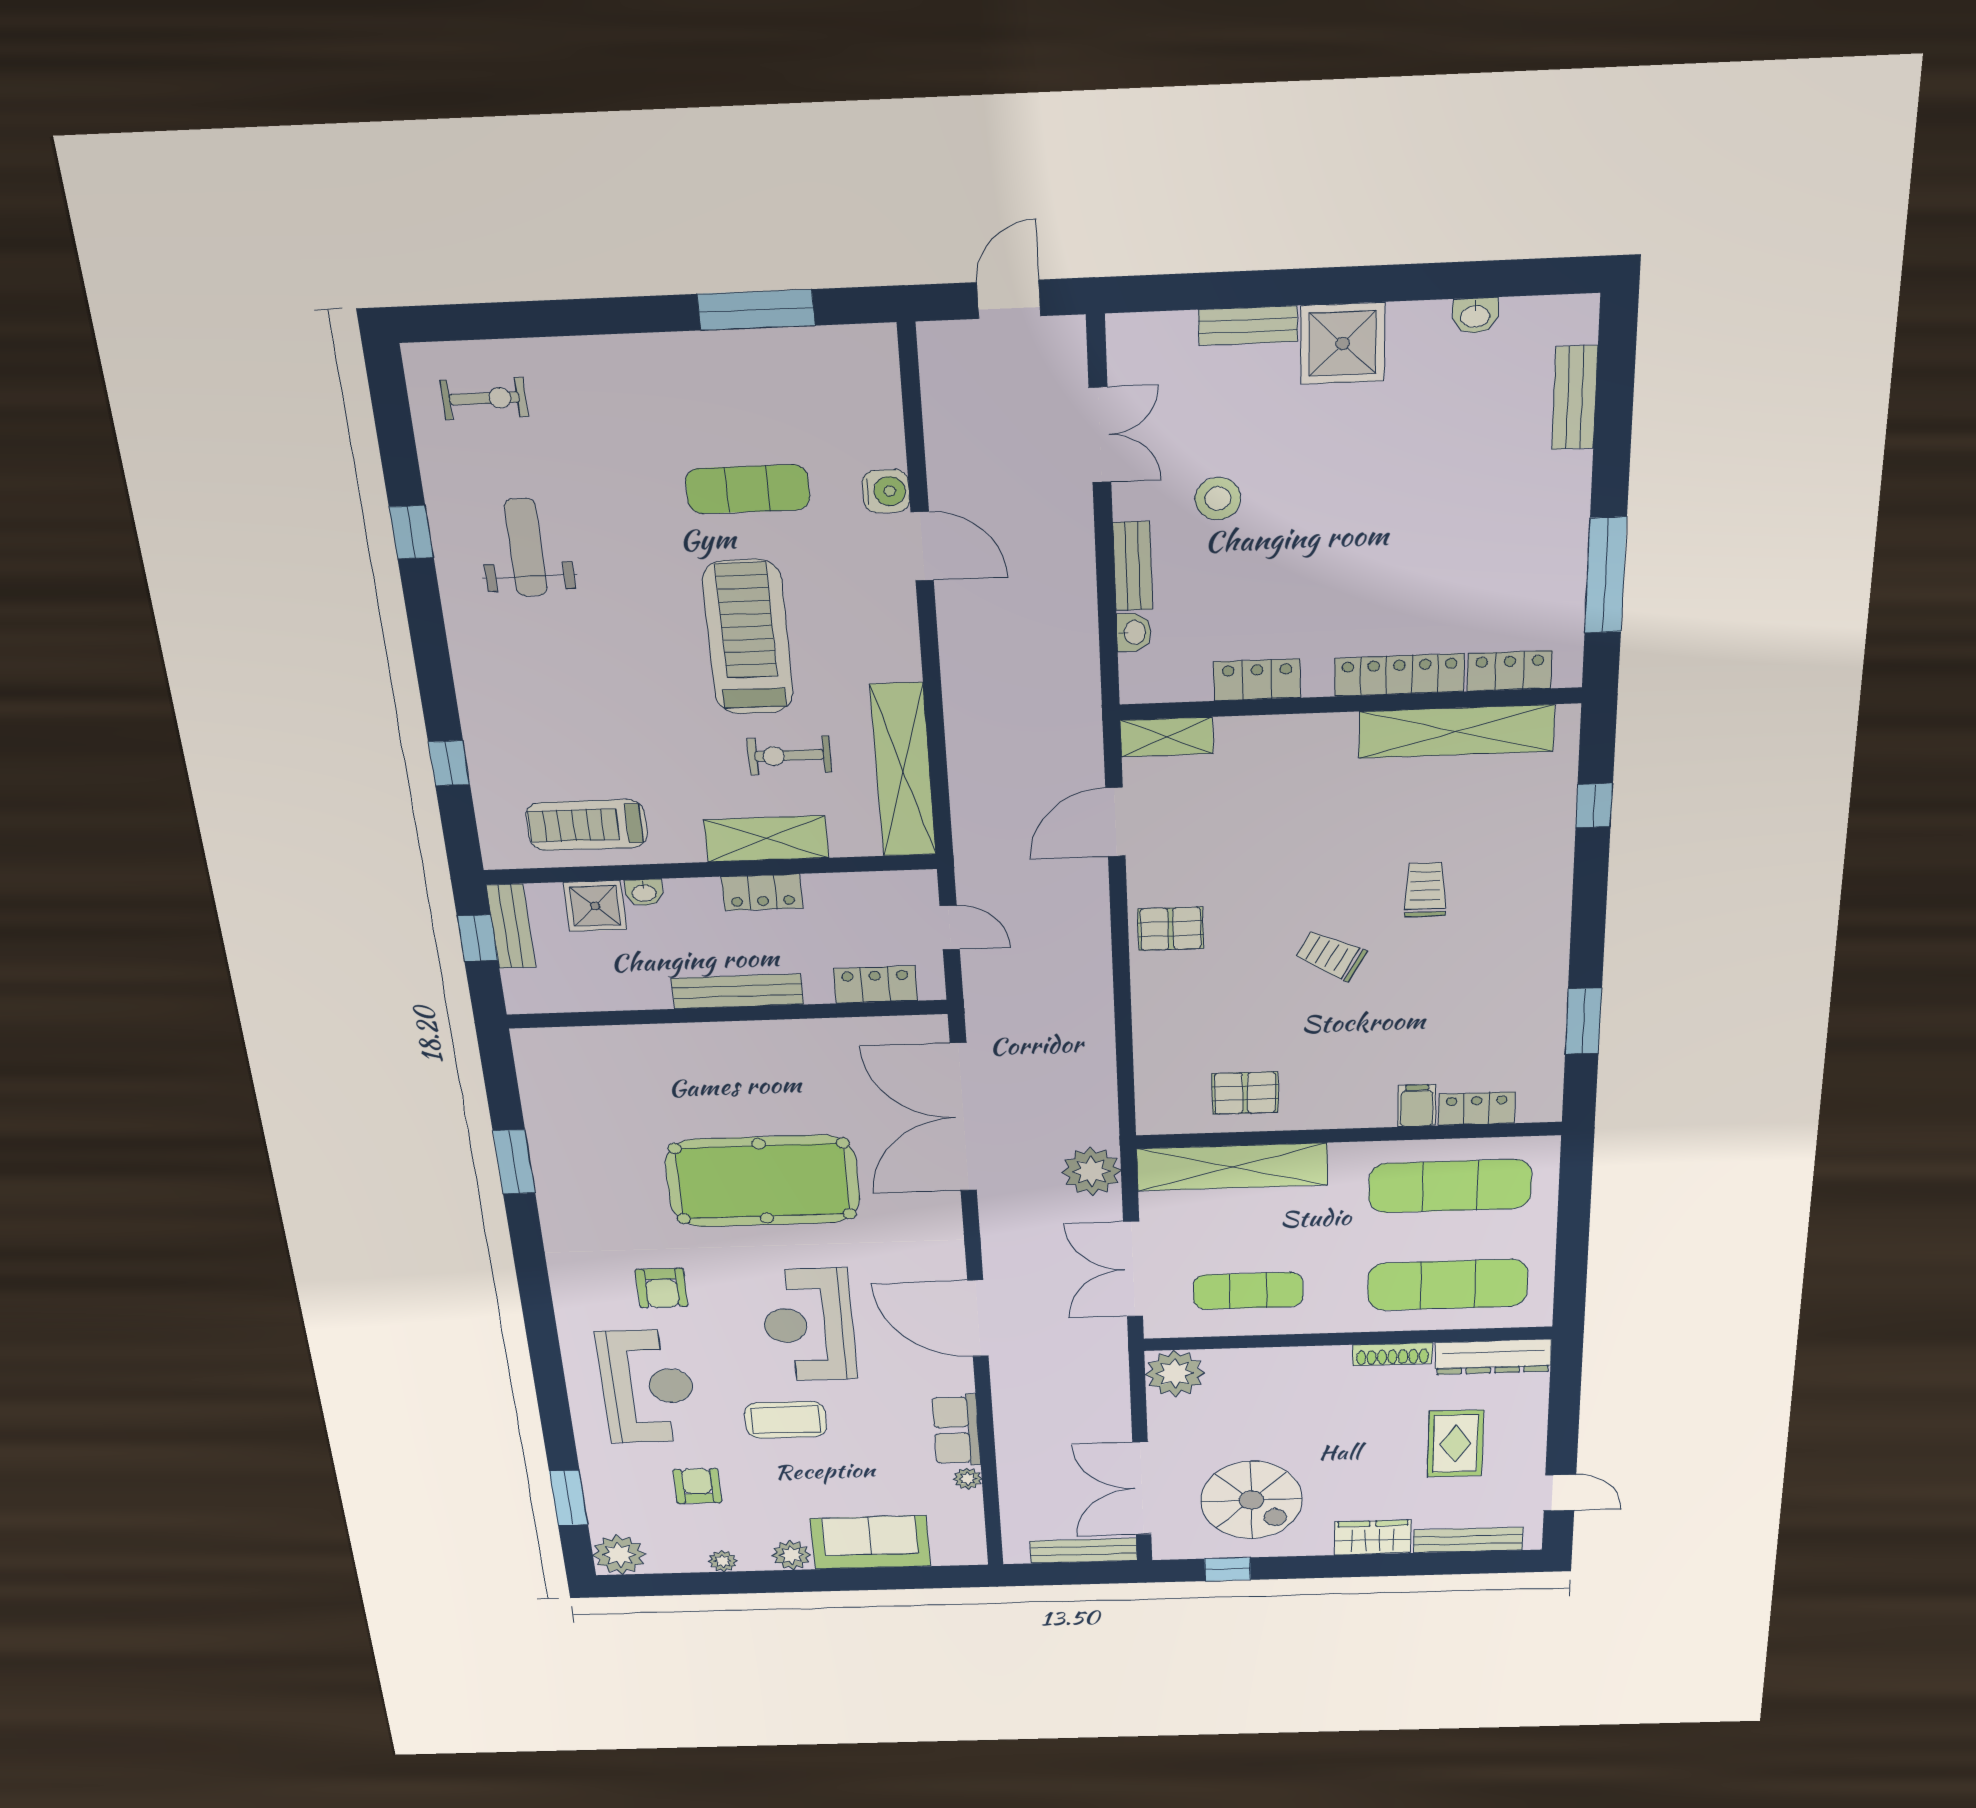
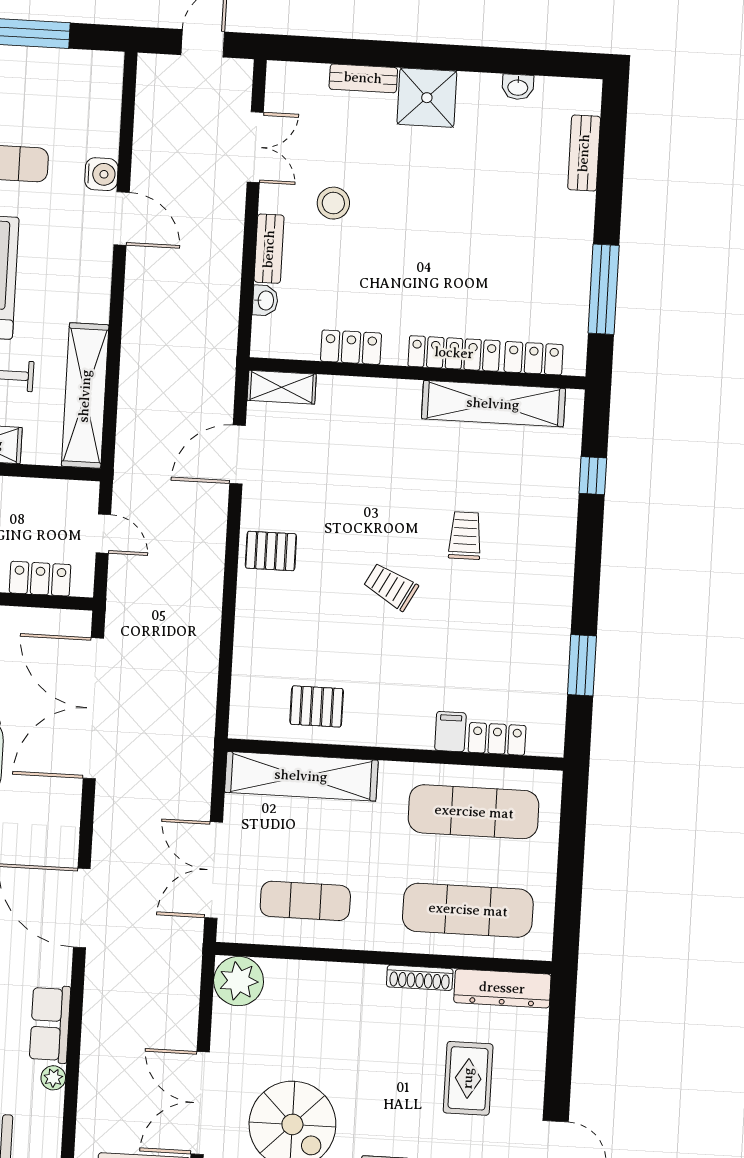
plant: (1091, 1171) -> (189, 770), removed

